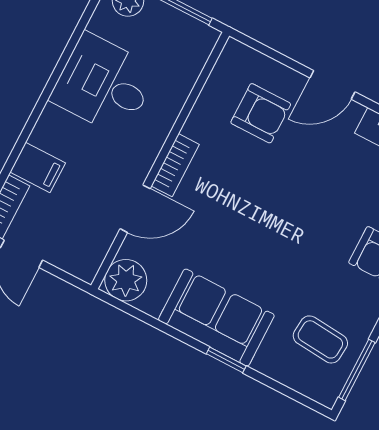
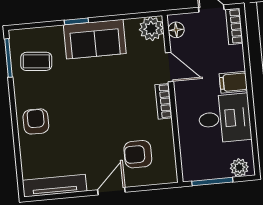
filing cabinet: (38, 167) -> (233, 82), moved
door: (135, 209) -> (169, 67), swing flipped
floor lamp: (92, 256) -> (176, 30), added

